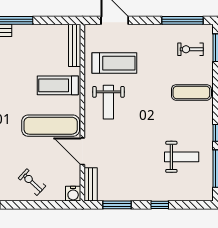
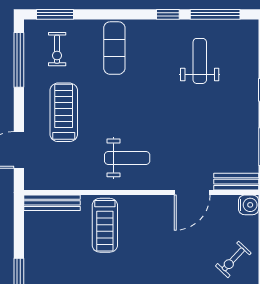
treadmill: (114, 63) -> (64, 112), moved
exercise mat: (51, 126) -> (158, 235), removed

